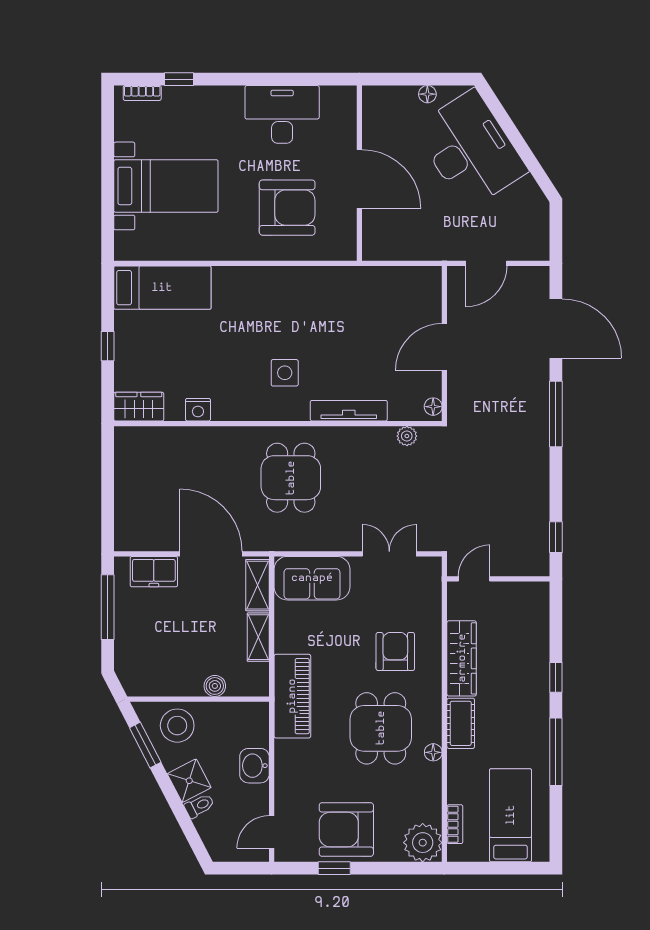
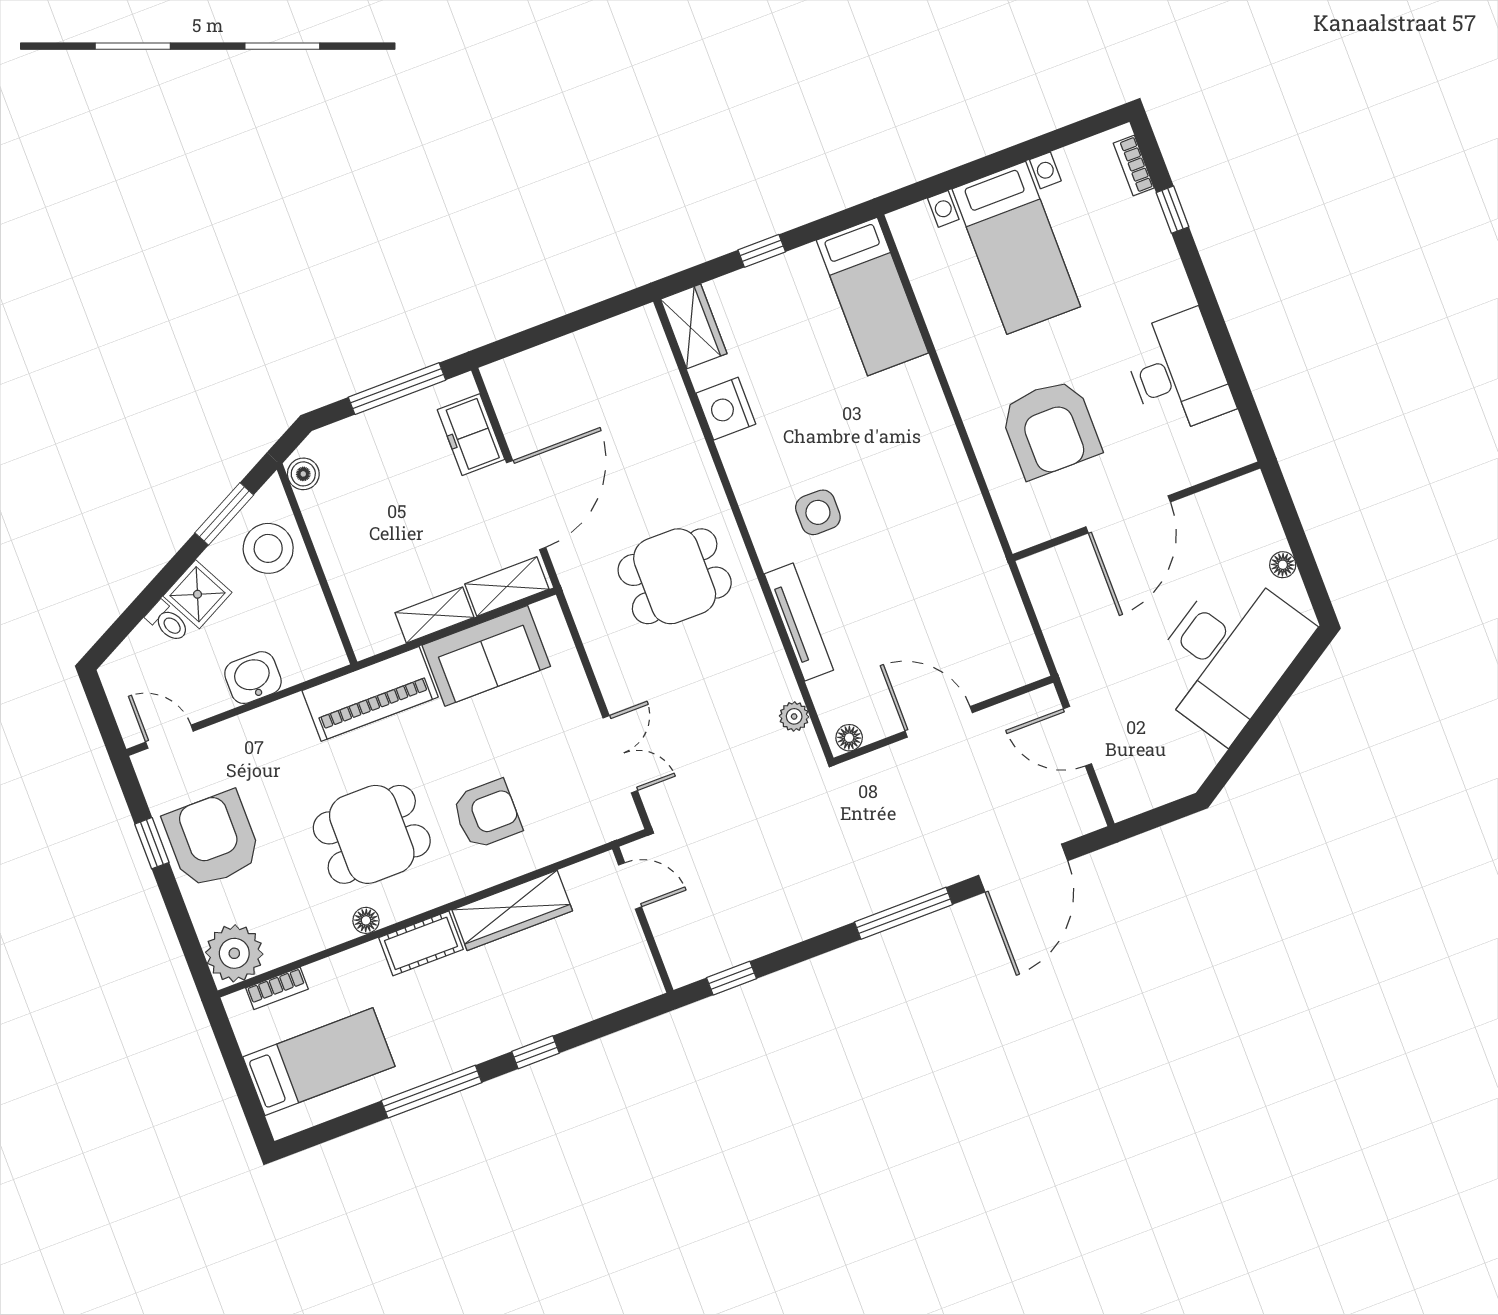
nightstand: (198, 410) -> (726, 409), width x1.36, depth x1.33
sofa: (312, 578) -> (486, 656), moved, turned -90
boiler: (215, 686) -> (303, 474), moved

